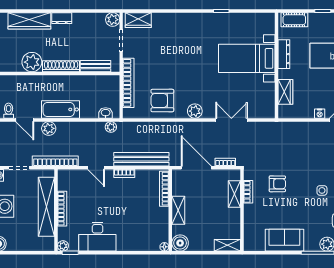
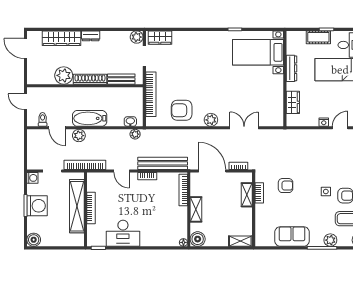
cot: (294, 20) -> (318, 37), moved
bed with nightstands: (247, 58) -> (258, 52), moved
plant: (63, 246) -> (92, 242), removed

